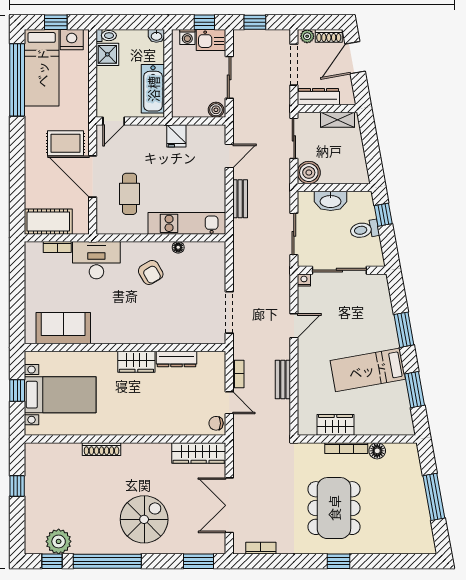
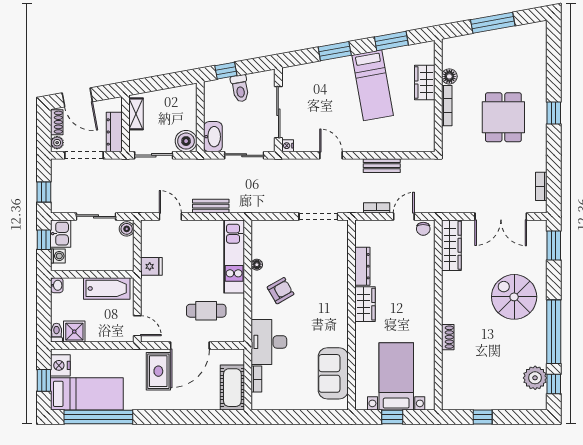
washbasin: (331, 201) -> (213, 137), moved
wardrobe: (336, 425) -> (425, 82), moved
shoe rack: (102, 449) -> (448, 337), width x0.70
dining table: (334, 508) -> (503, 117), width x0.73

